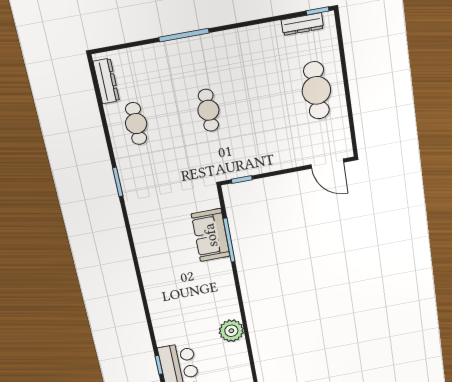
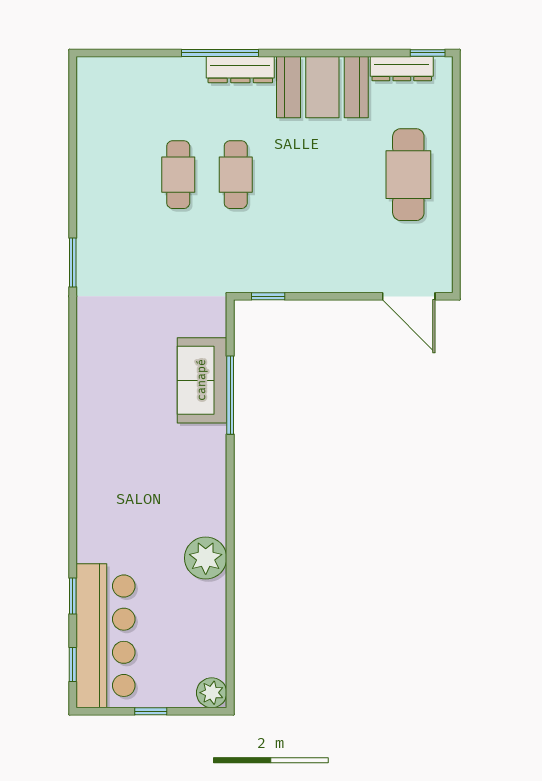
booth: (254, 45) -> (322, 87), added
dresser: (106, 81) -> (240, 70), moved, turned 90
cafe table: (136, 124) -> (178, 175), moved

